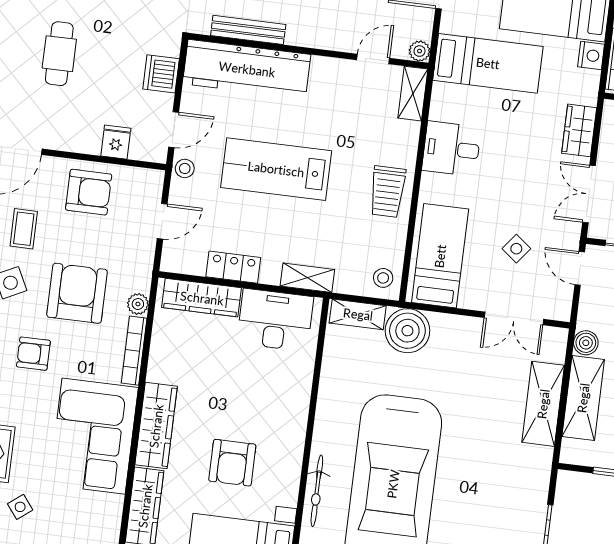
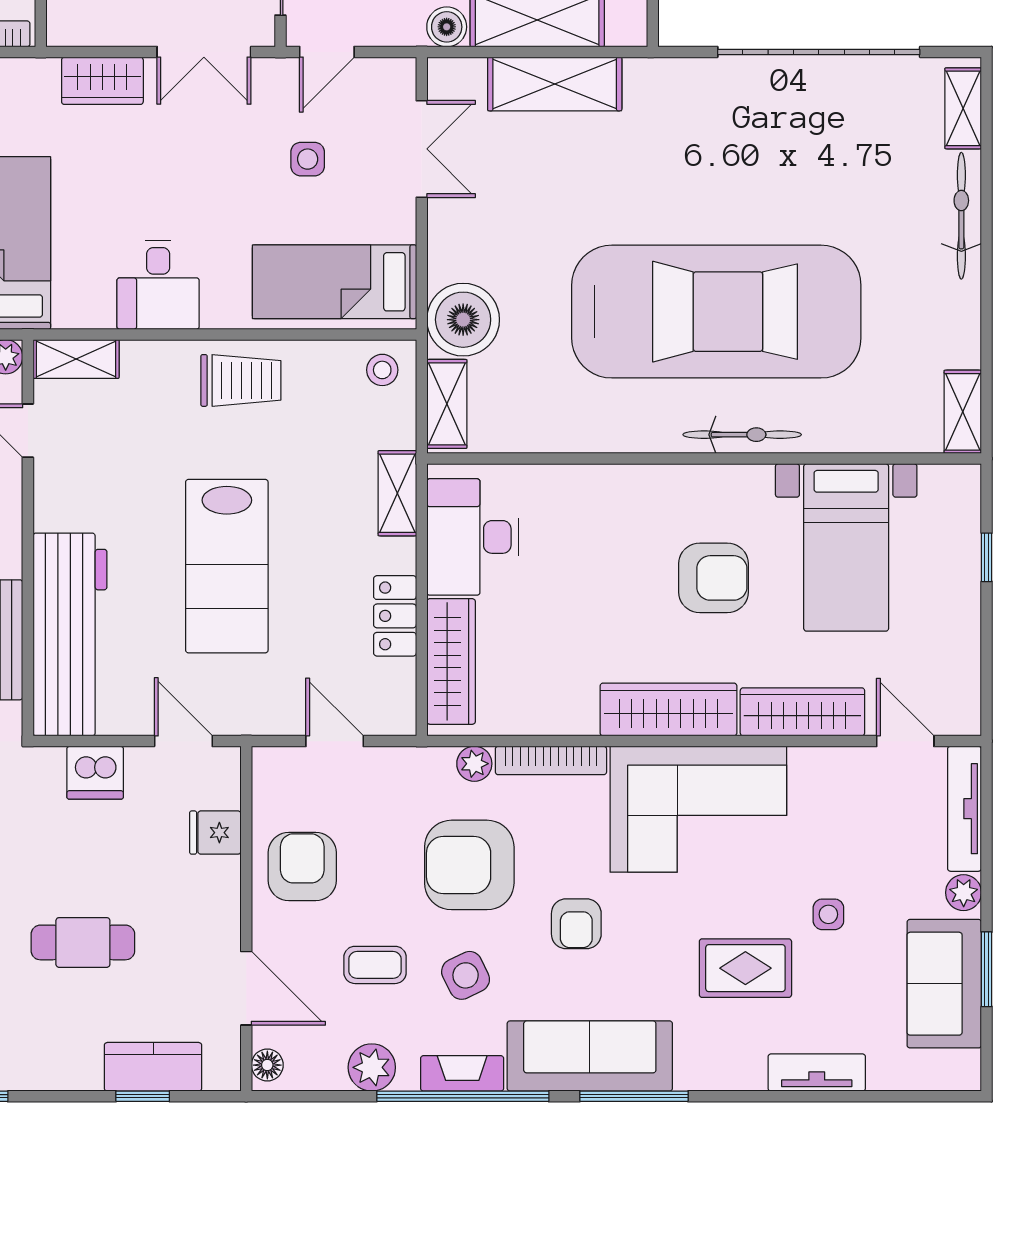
stool: (185, 168) -> (244, 715), removed
side table: (516, 249) -> (308, 159), turned -38
side table: (20, 507) -> (828, 914), turned 38

